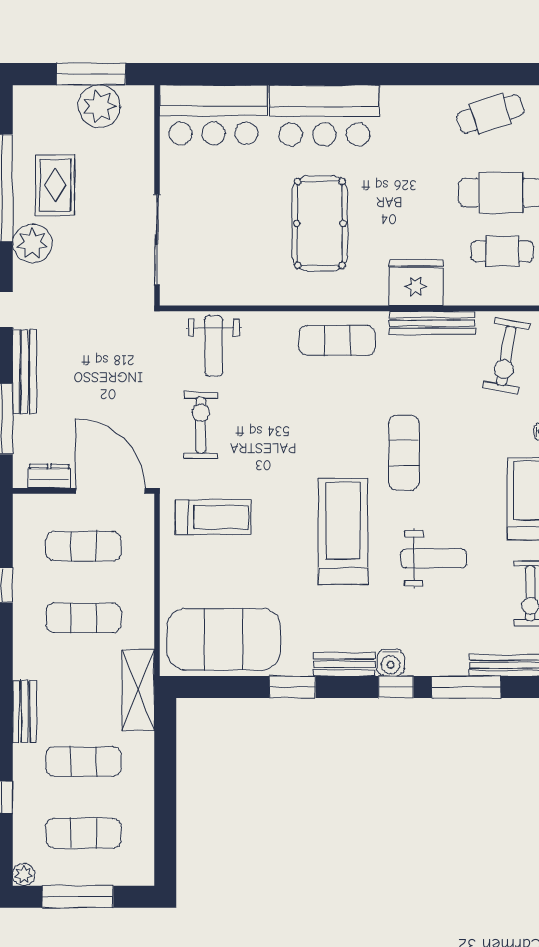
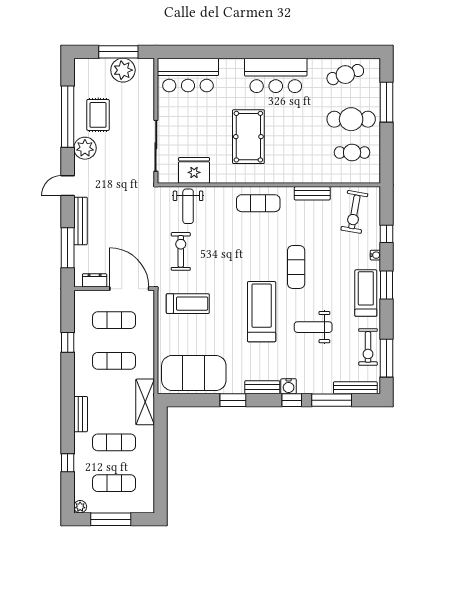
bar counter: (324, 116) -> (276, 75), moved
fridge: (416, 283) -> (194, 170), moved
bench: (432, 323) -> (312, 193), width x0.73
weight bench: (434, 558) -> (313, 327), turned 180

